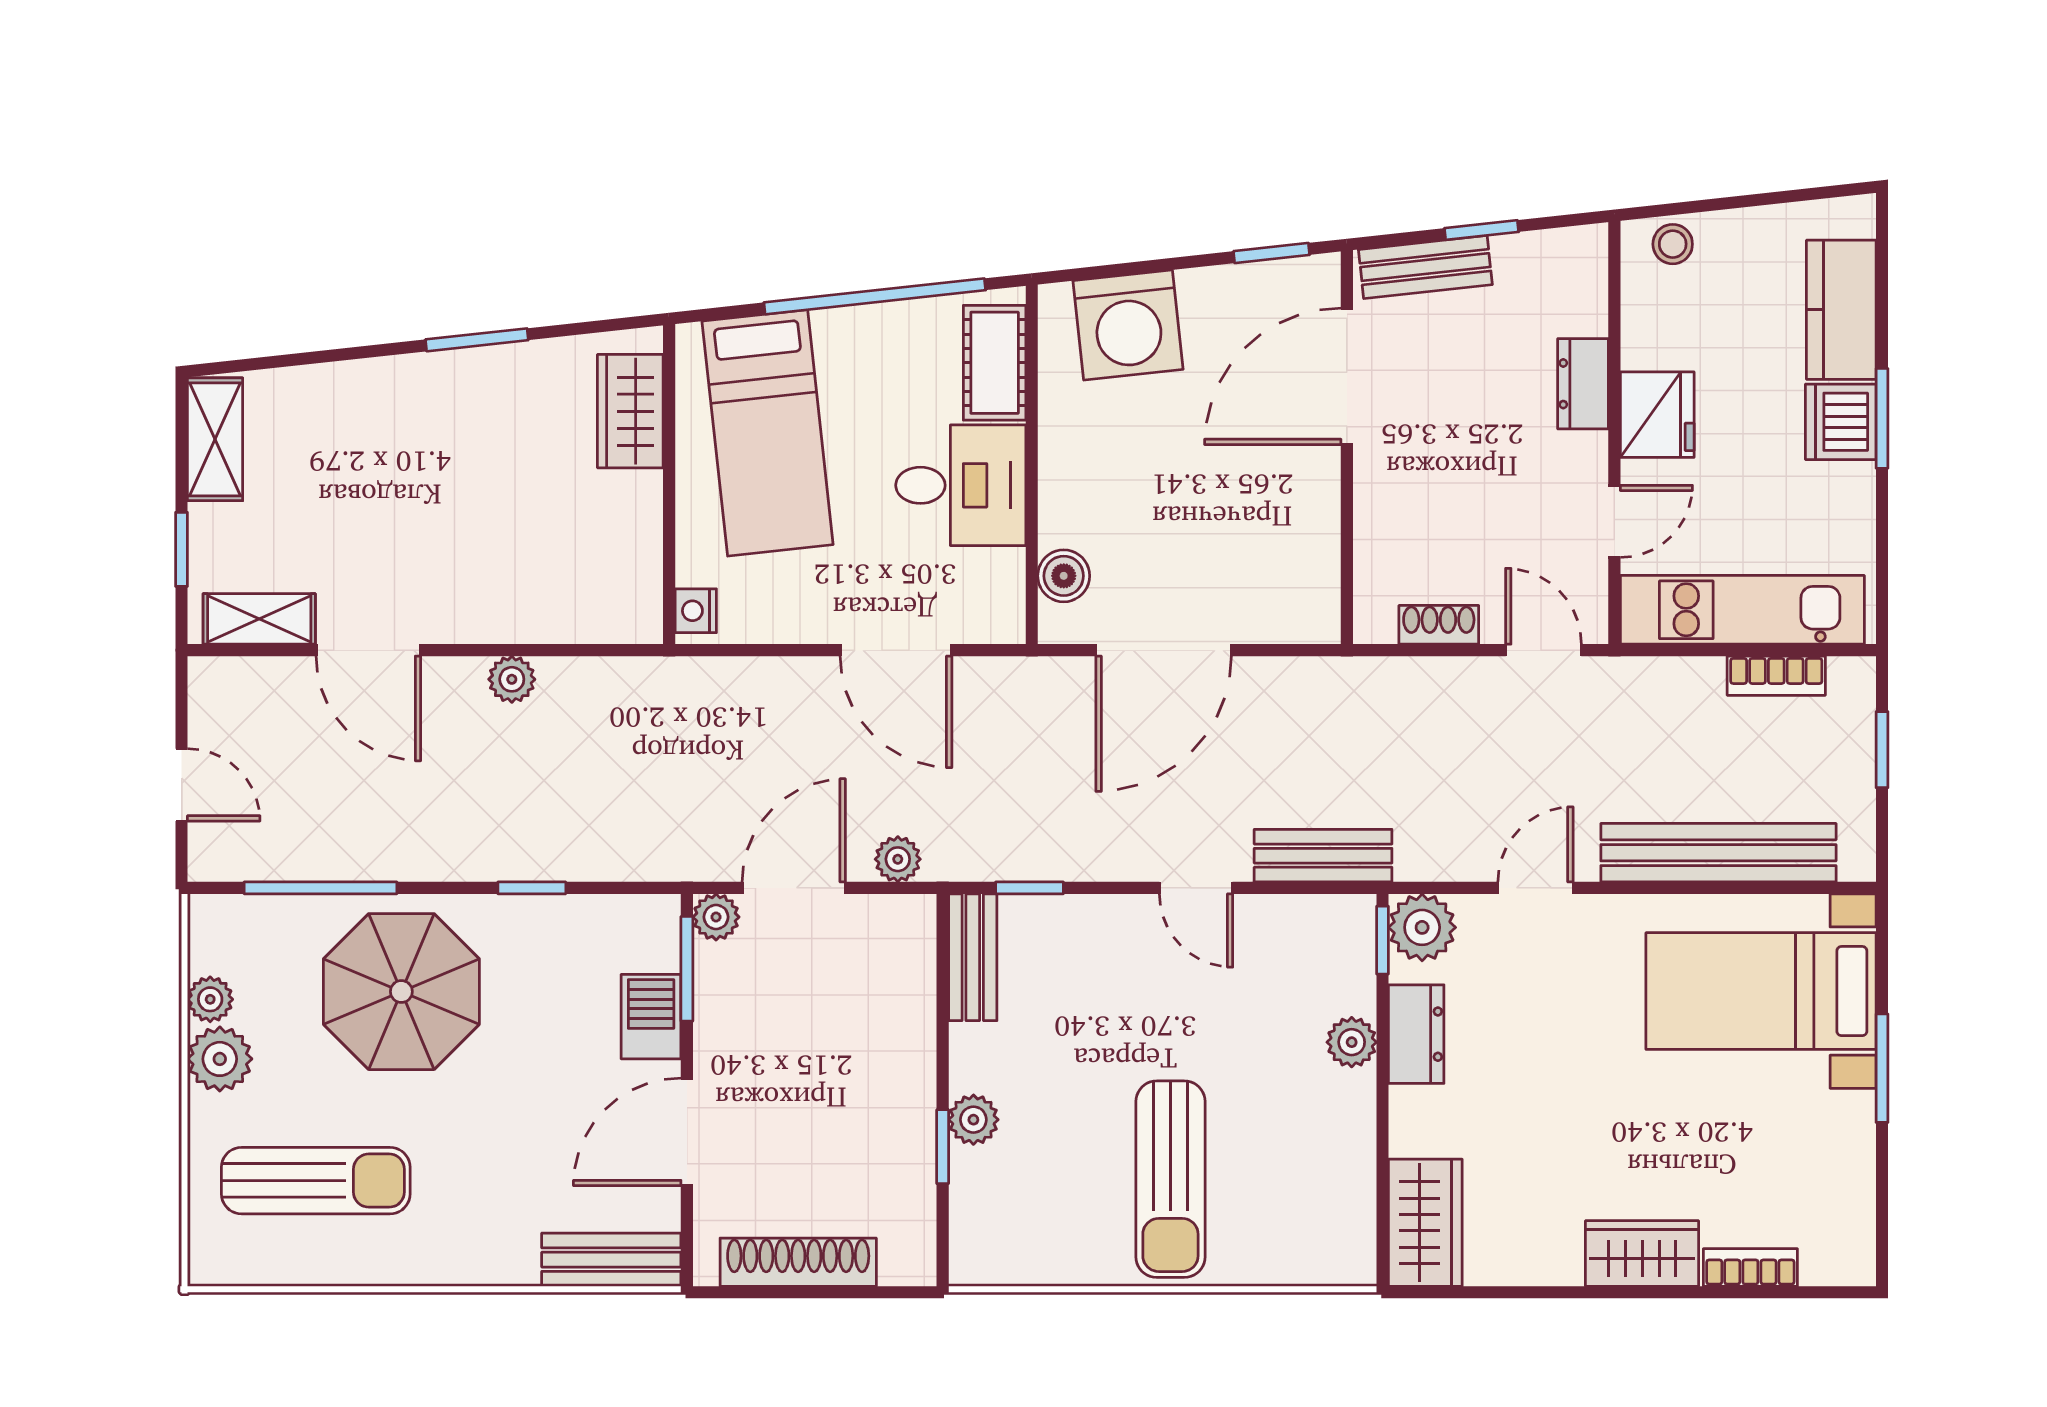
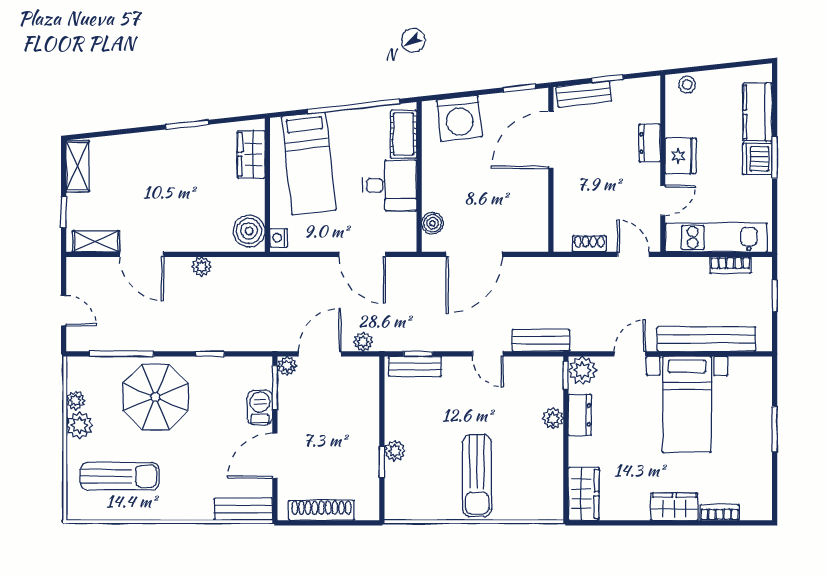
boiler: (625, 594) -> (249, 231), added
bench: (973, 957) -> (415, 366), moved, turned 90
bed with nightstands: (1761, 991) -> (687, 404), moved, turned -90

